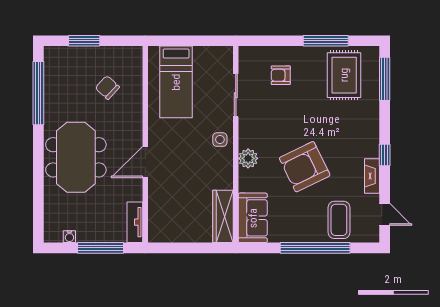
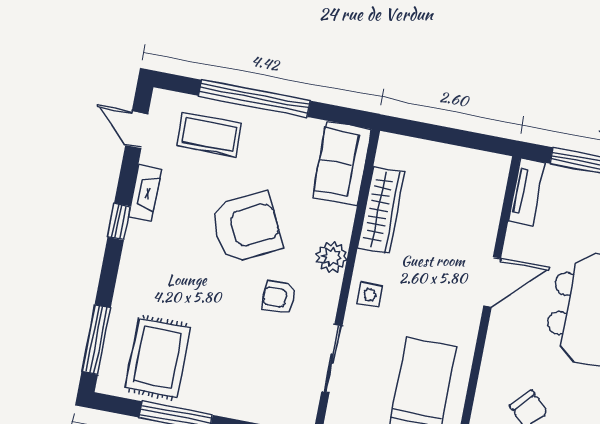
armchair: (281, 75) -> (279, 298), moved, turned 180
wardrobe: (223, 216) -> (381, 210), moved
coffee table: (339, 220) -> (209, 134), turned 90

